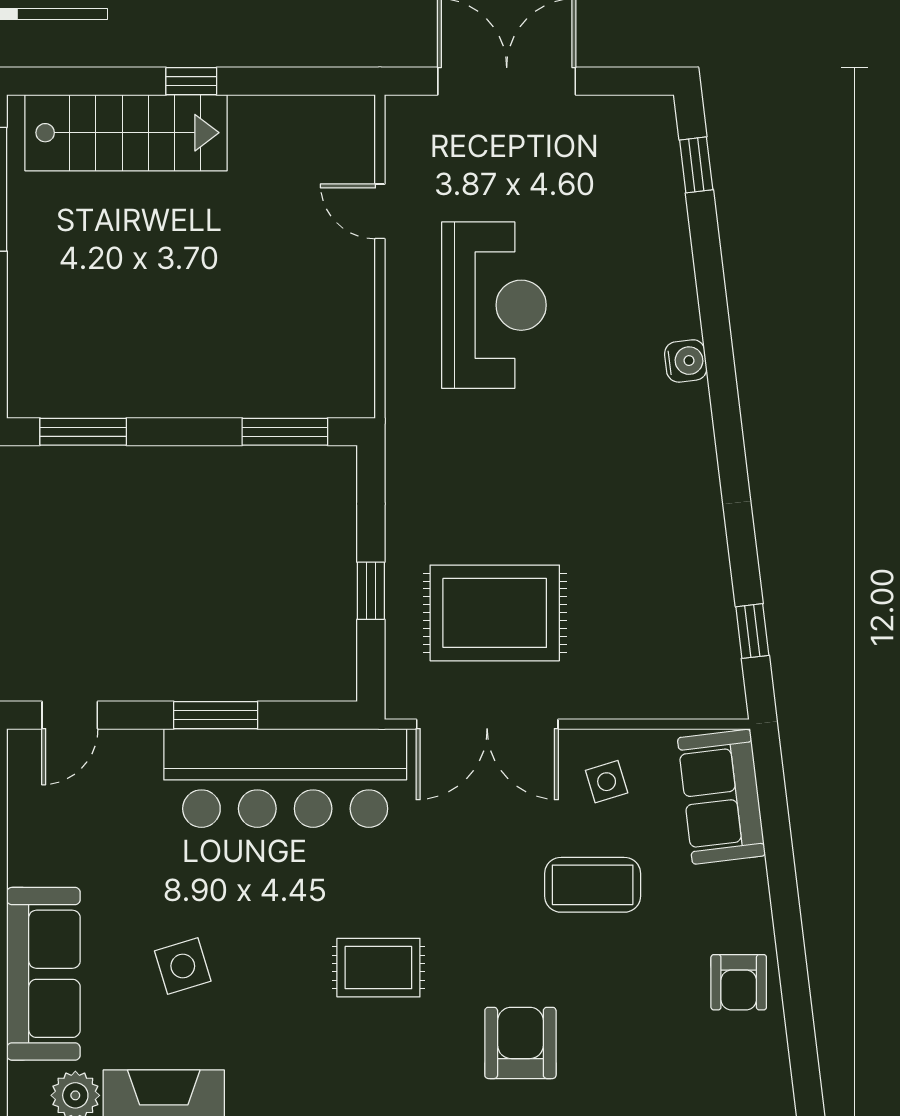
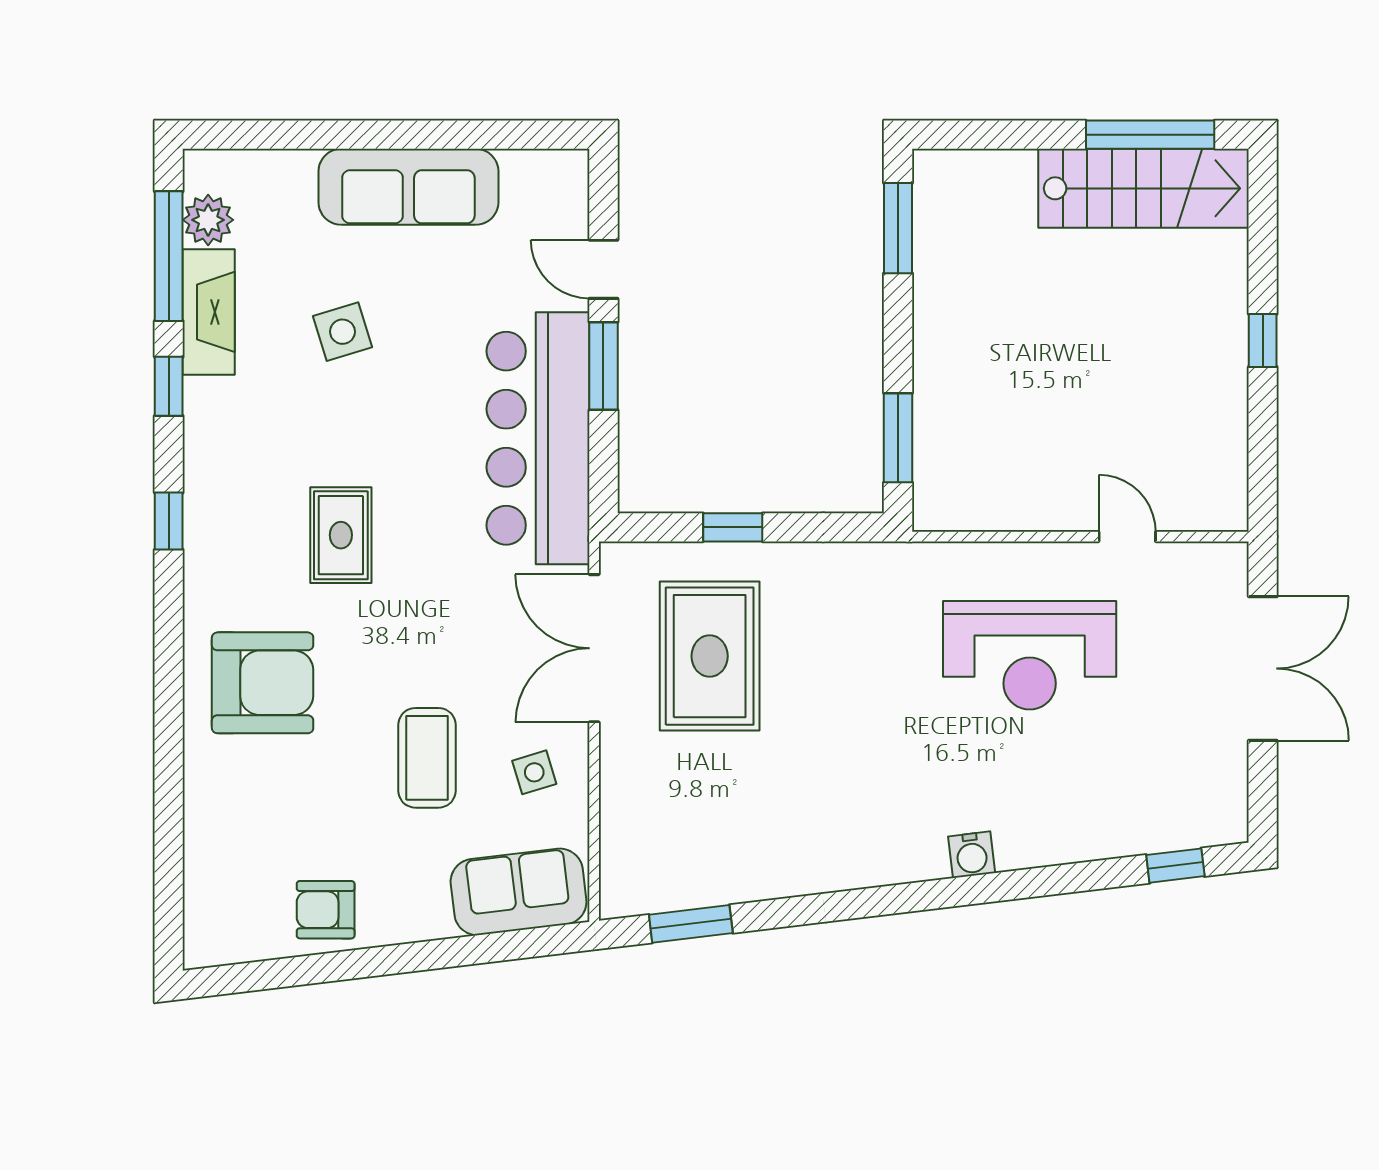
stairs: (126, 133) -> (1143, 188), moved, turned -90
door: (380, 211) -> (1127, 537), hinge flipped
window: (752, 631) -> (691, 924), width x1.50
door: (70, 715) -> (603, 269), moved
sofa: (43, 974) -> (408, 187), moved
armchair: (520, 1043) -> (263, 683), width x1.36, depth x1.36

